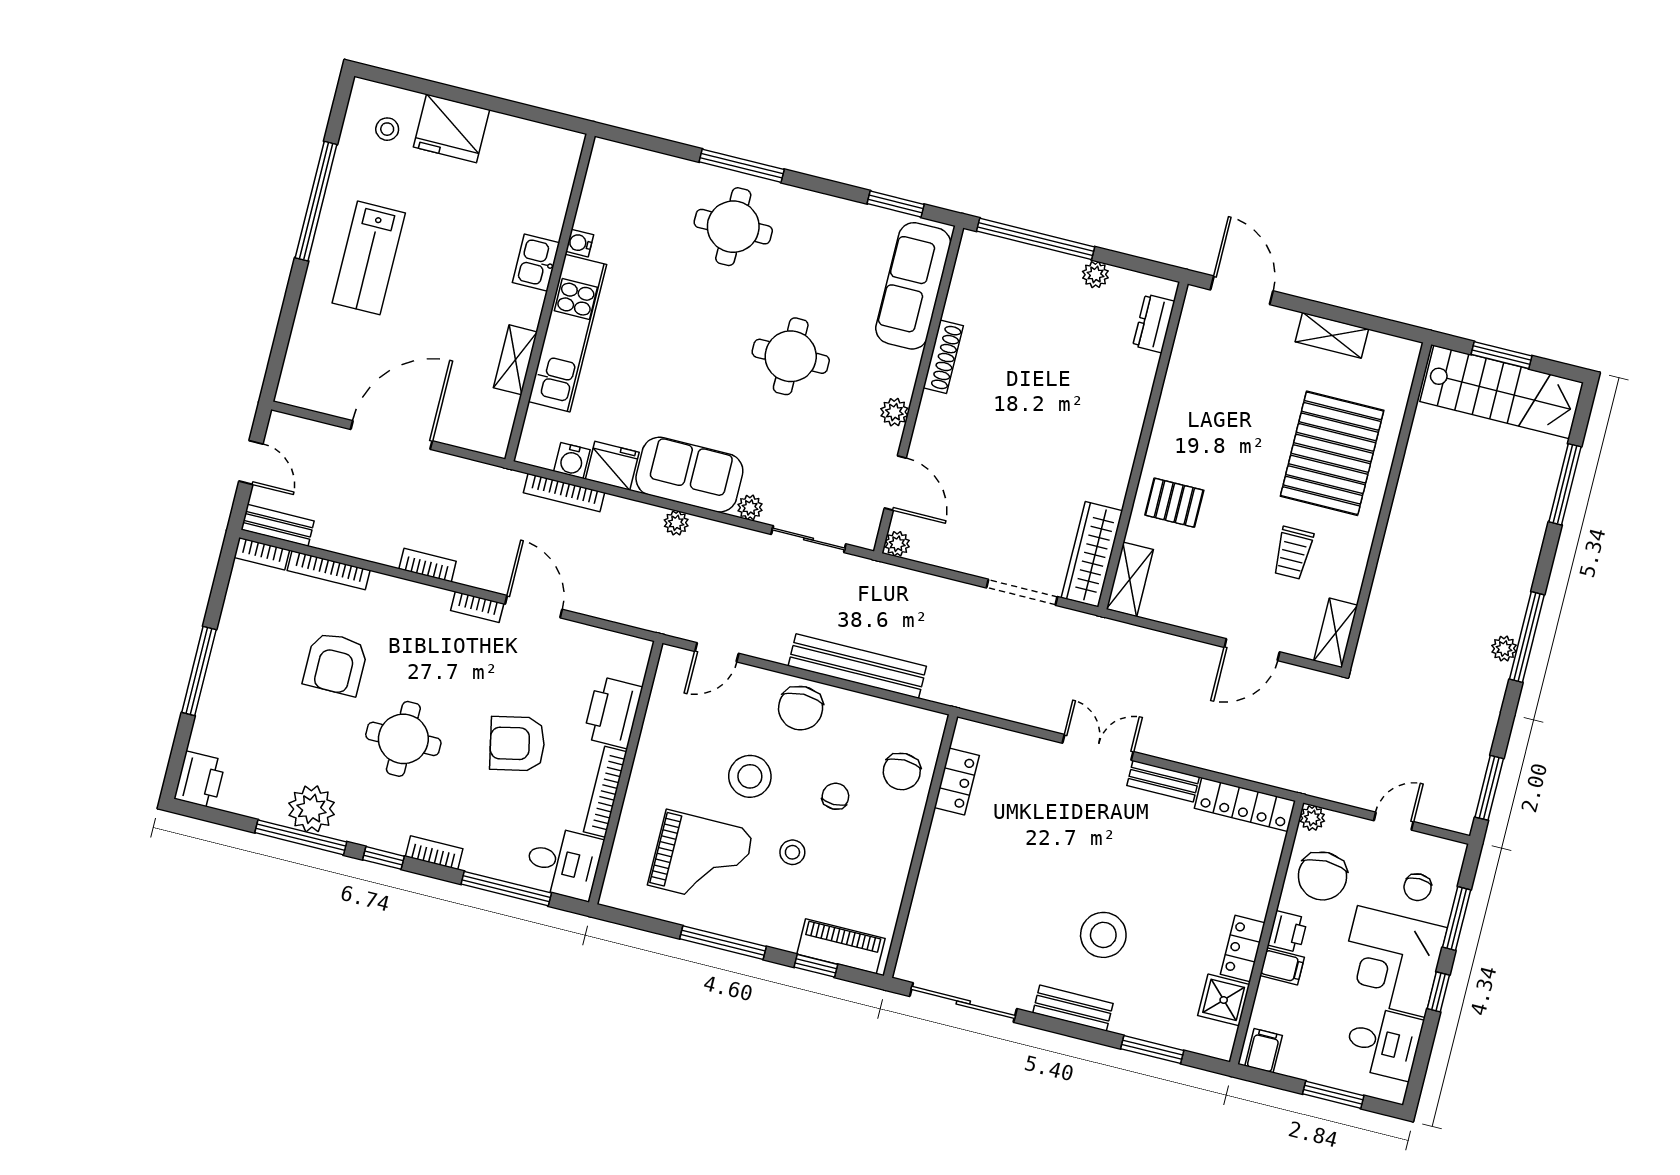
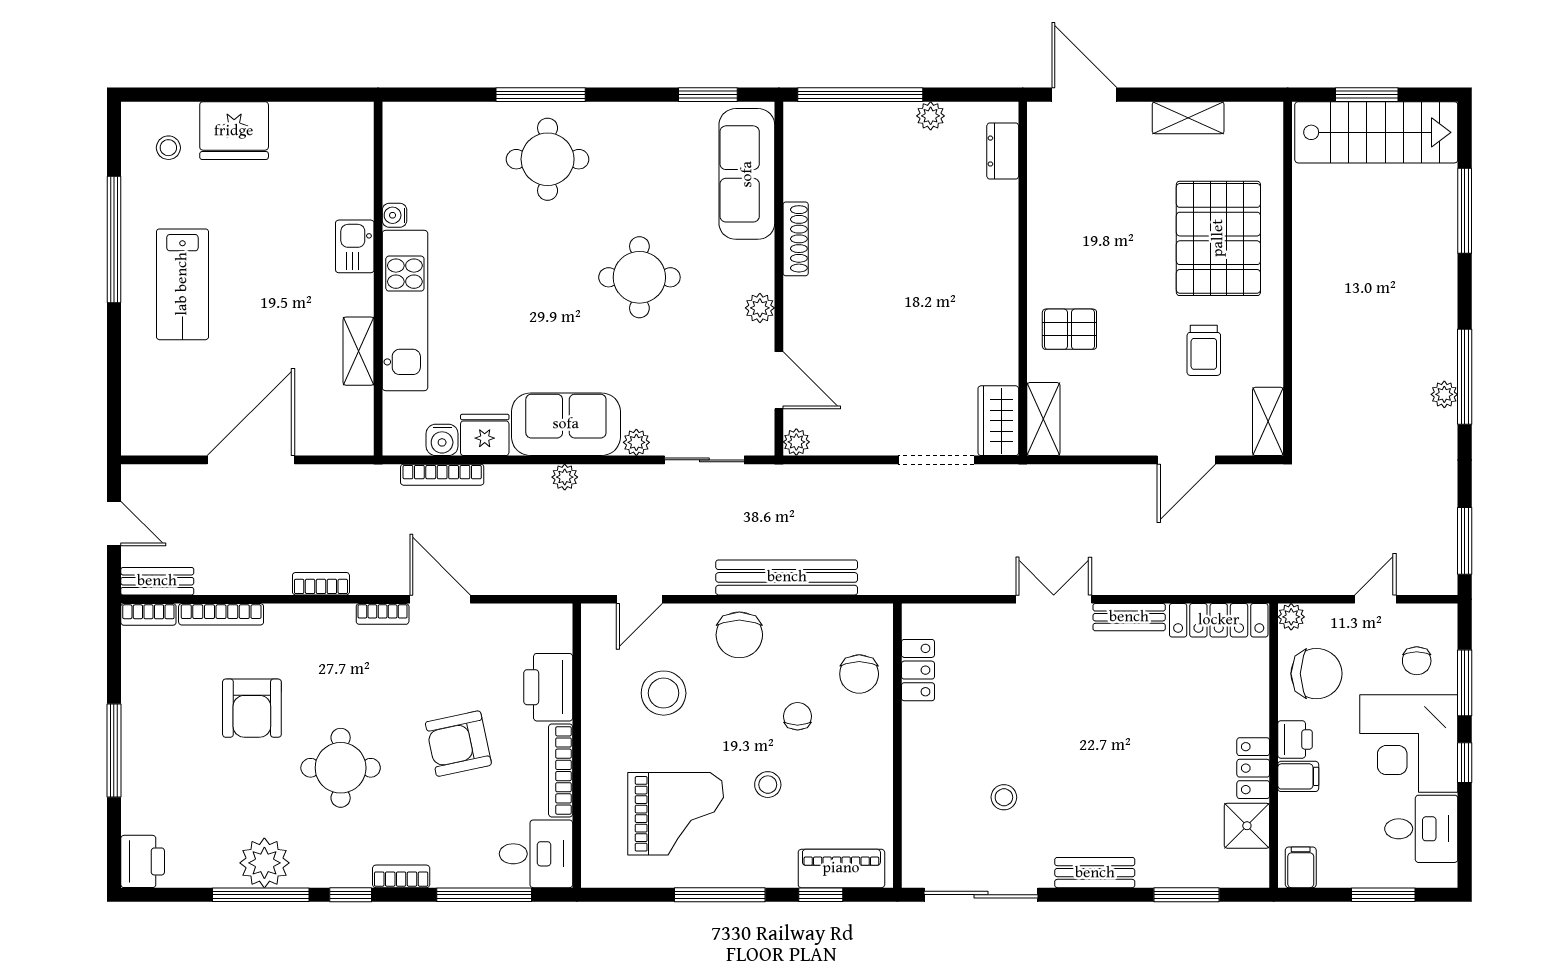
wardrobe: (1092, 554) -> (998, 421), width x0.67
stool: (750, 776) -> (664, 693), moved
chair: (1322, 876) -> (1316, 674), turned -90
stool: (1103, 935) -> (1004, 797), moved, width x0.53, depth x0.53

